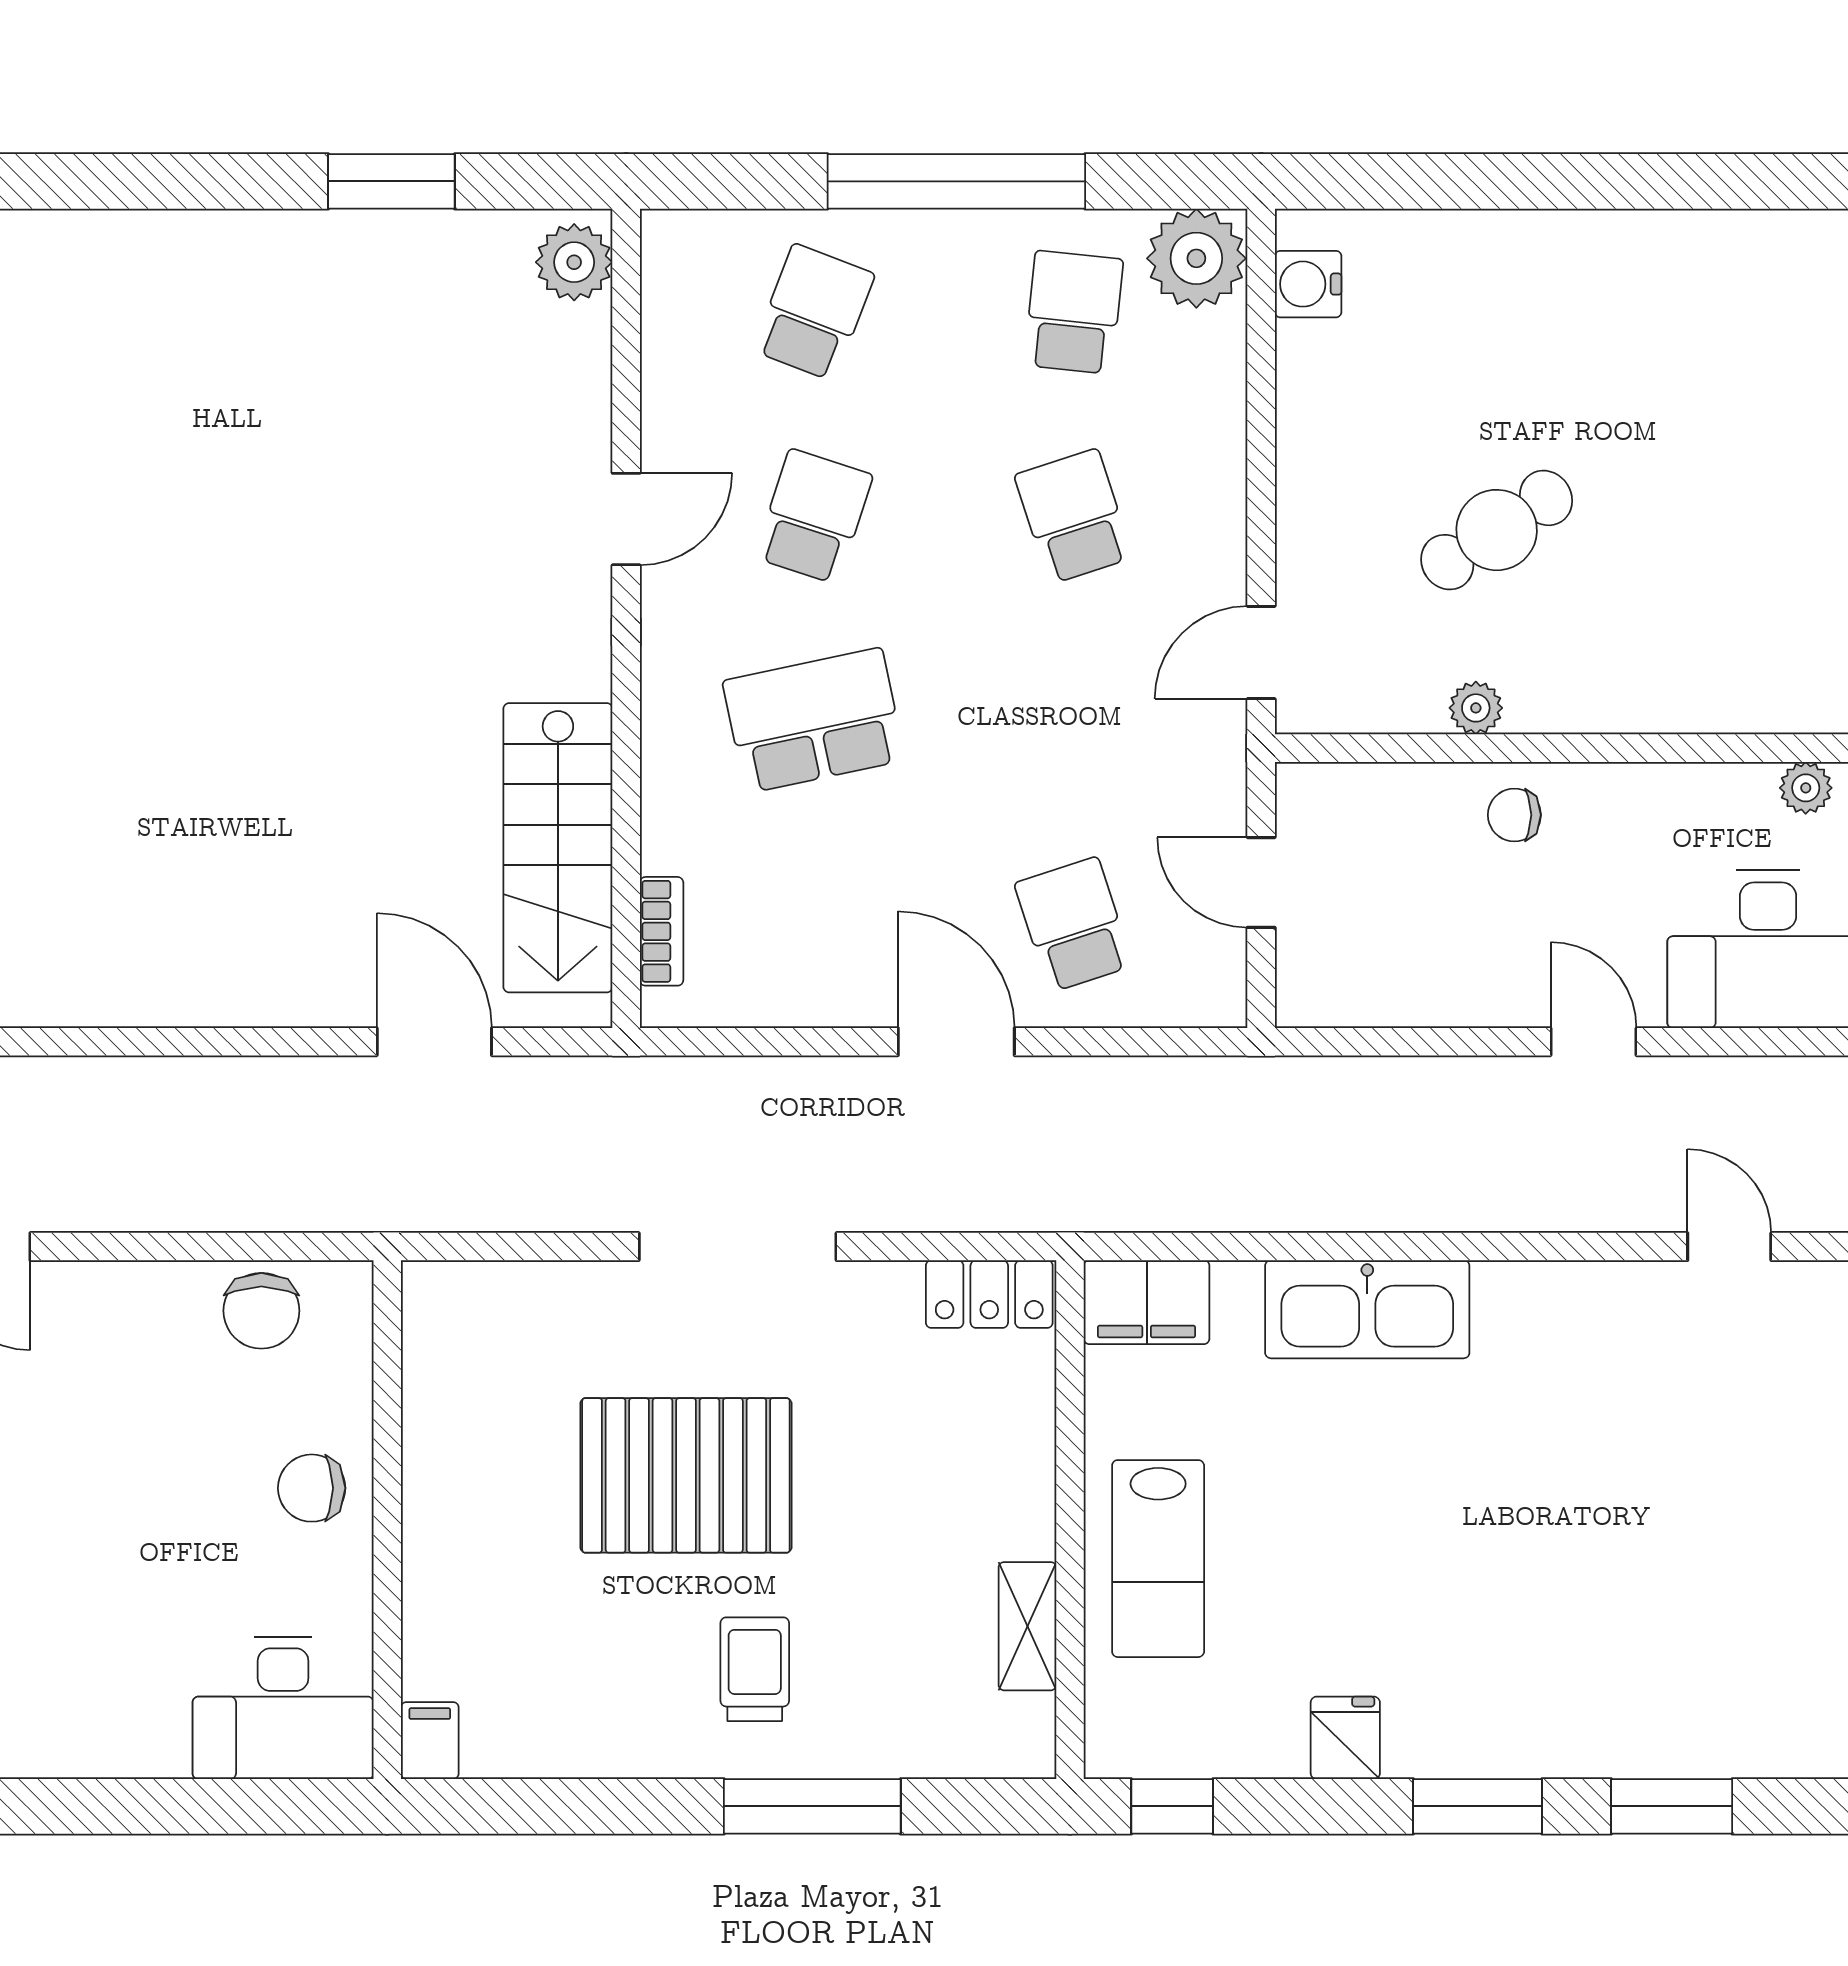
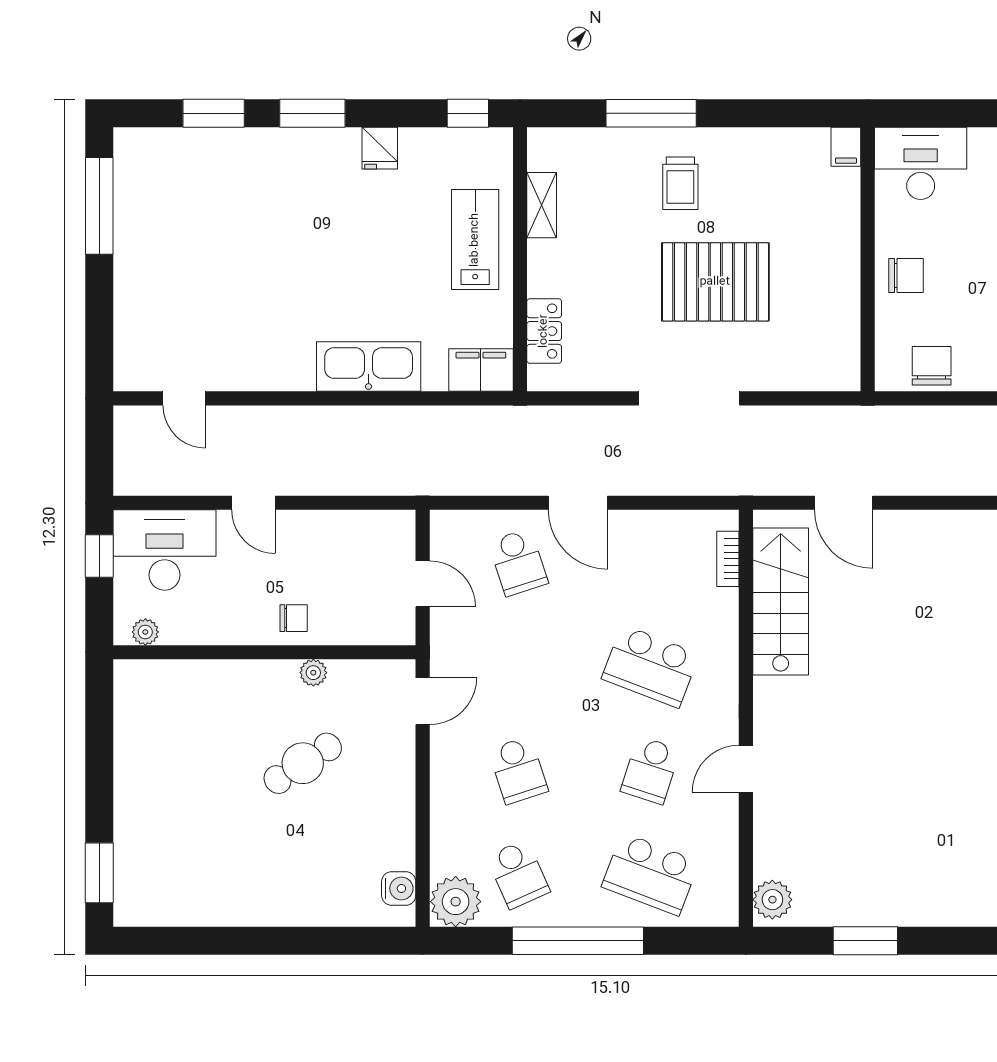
school desk: (814, 312) -> (650, 874), width x1.85
school desk: (1074, 312) -> (518, 874), turned -30
school desk: (814, 720) -> (650, 666), turned 33
locker: (989, 1294) -> (544, 331), moved, turned 90

